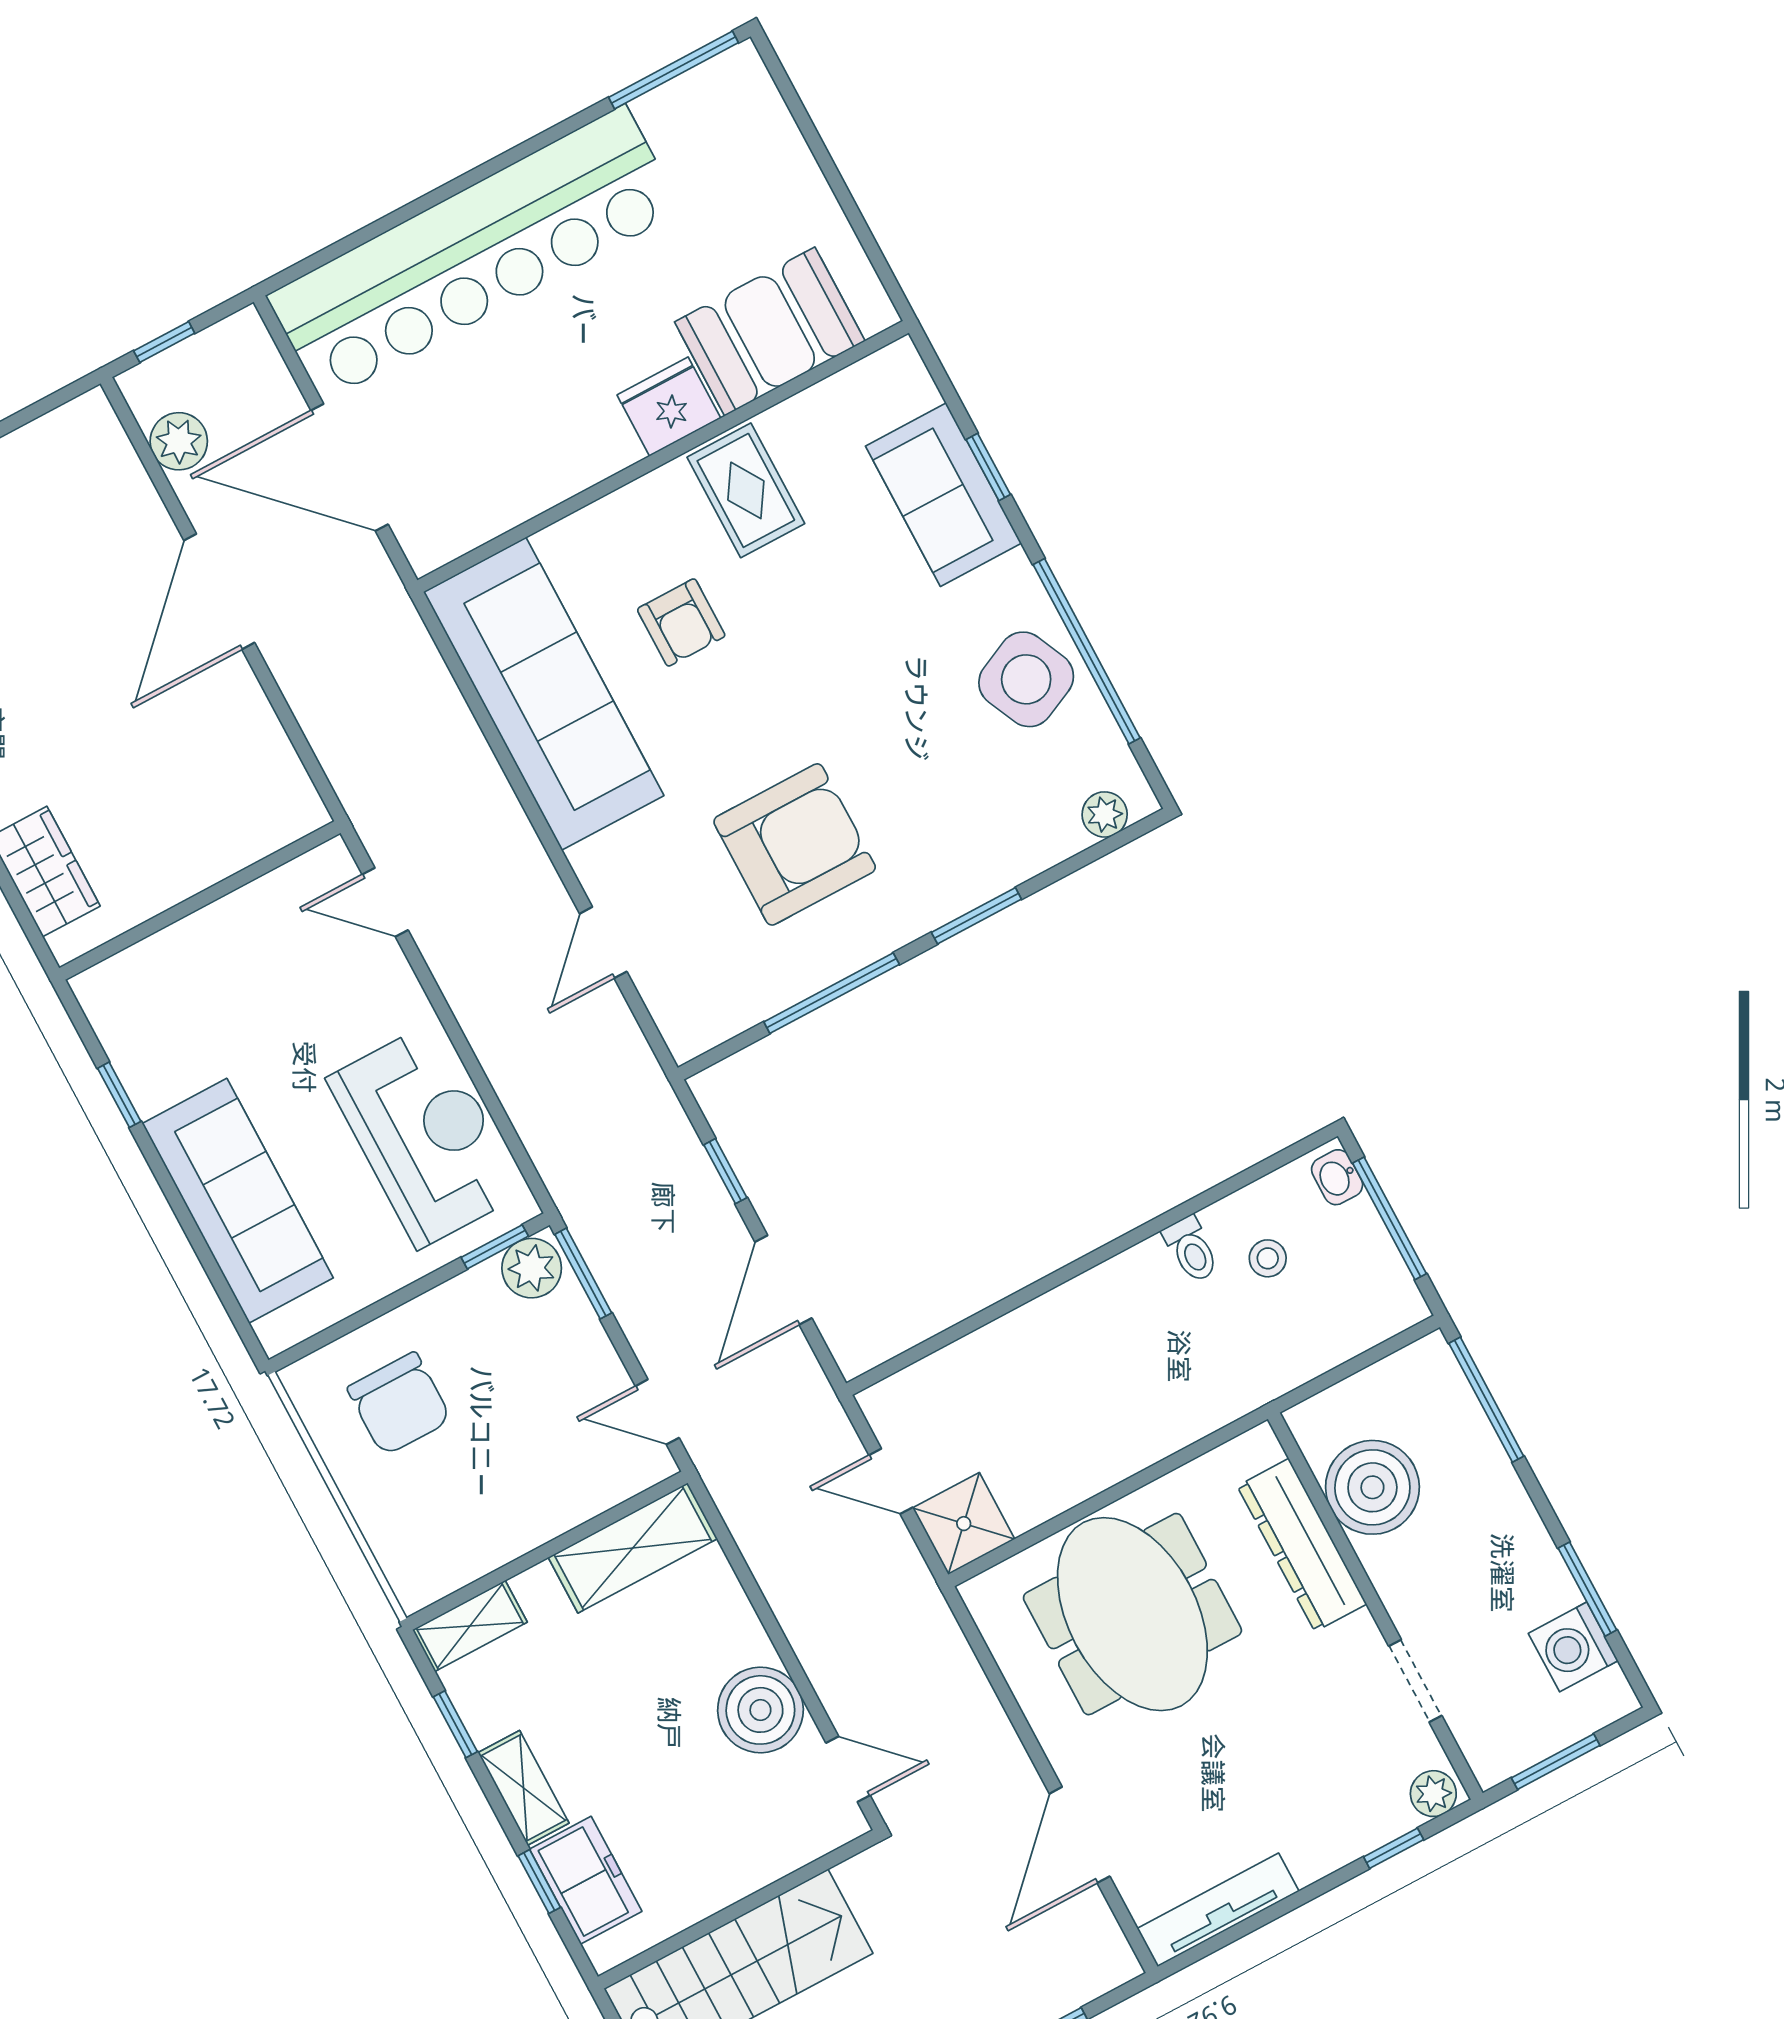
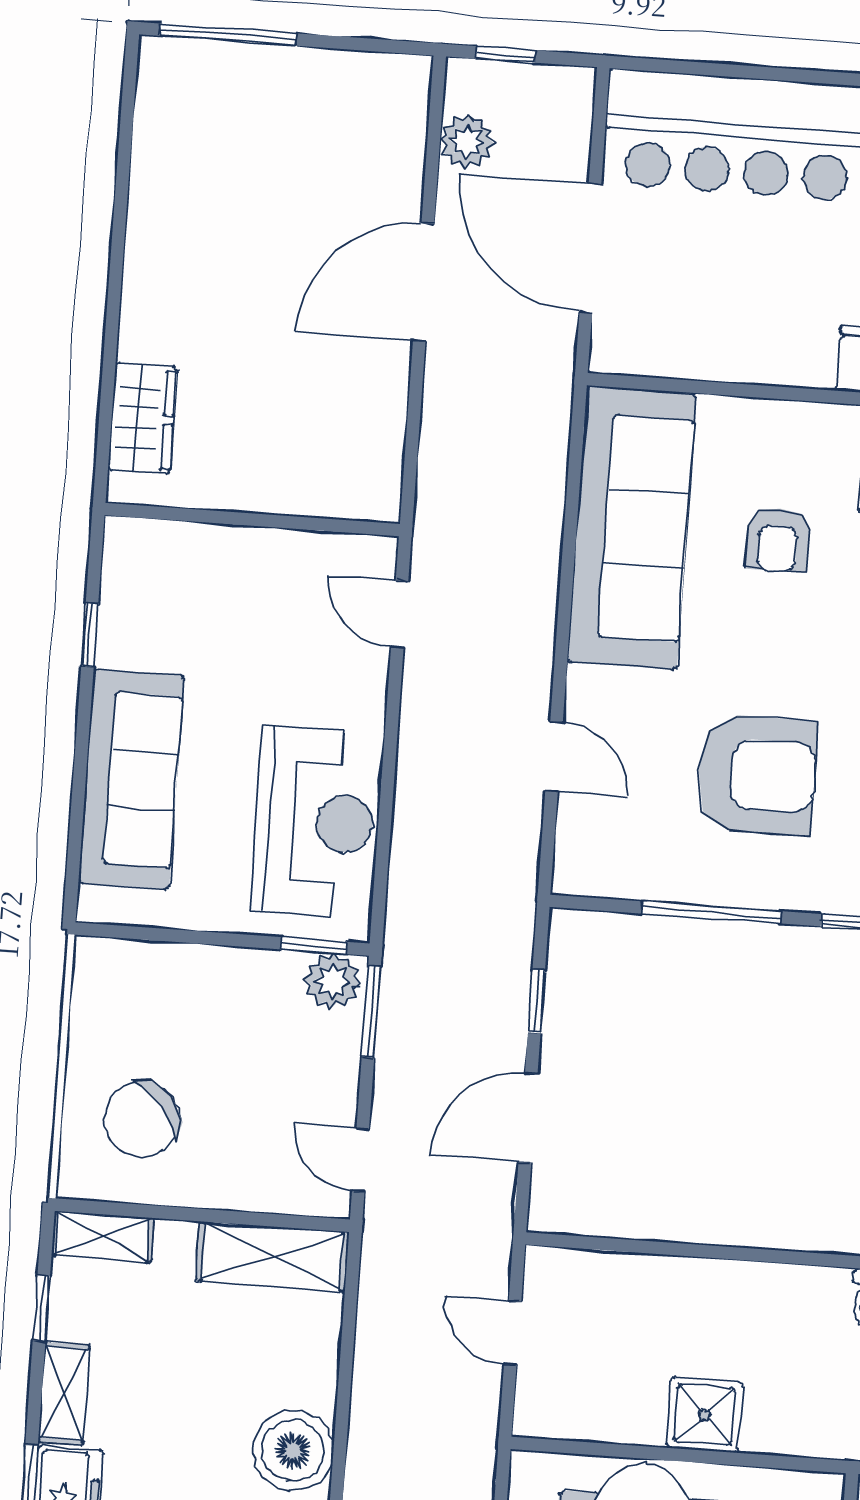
door: (603, 943) -> (554, 757), swing flipped
chair: (399, 1404) -> (142, 1119), moved, turned 50
shower: (964, 1524) -> (705, 1415), moved

